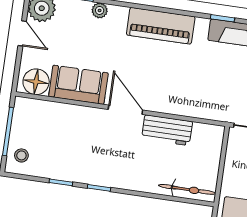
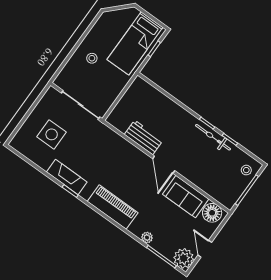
bicycle: (187, 189) -> (213, 137), moved

